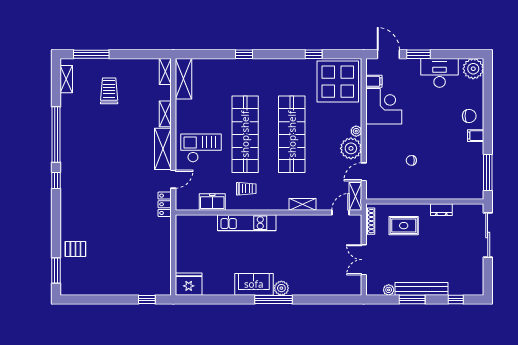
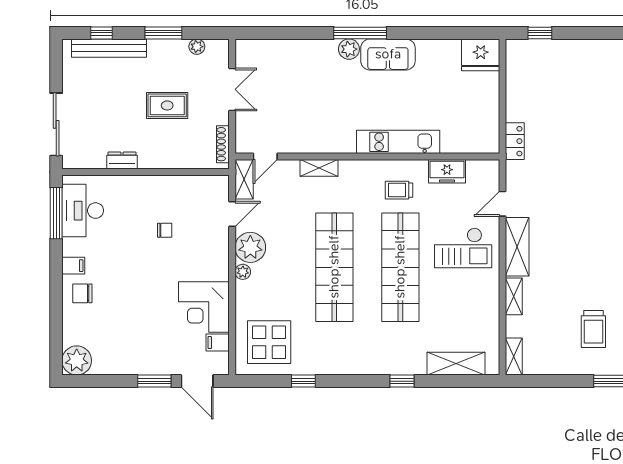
desk: (440, 73) -> (83, 211), moved, turned 90
shelving: (183, 79) -> (456, 364), moved, turned 90
display table: (338, 82) -> (269, 342), width x0.73, depth x0.73
locker: (165, 204) -> (515, 141), moved
rug: (404, 226) -> (167, 105), moved
bench: (422, 289) -> (109, 48), moved

